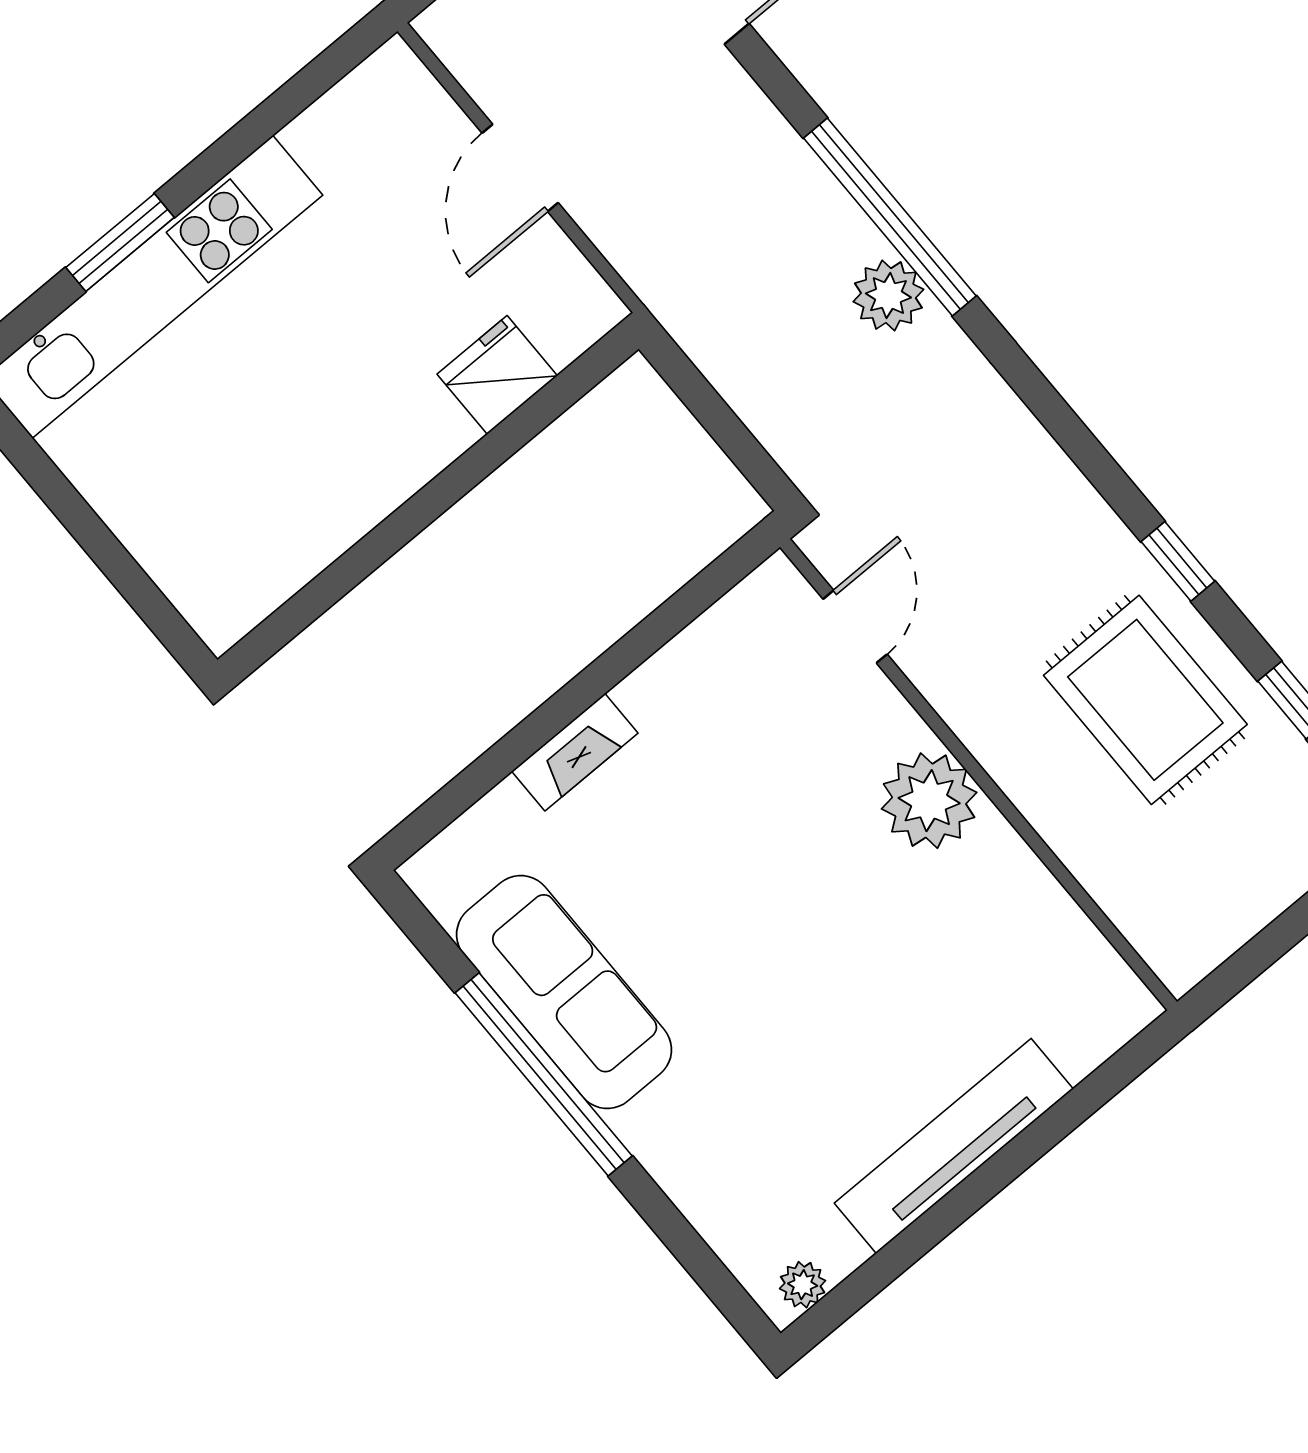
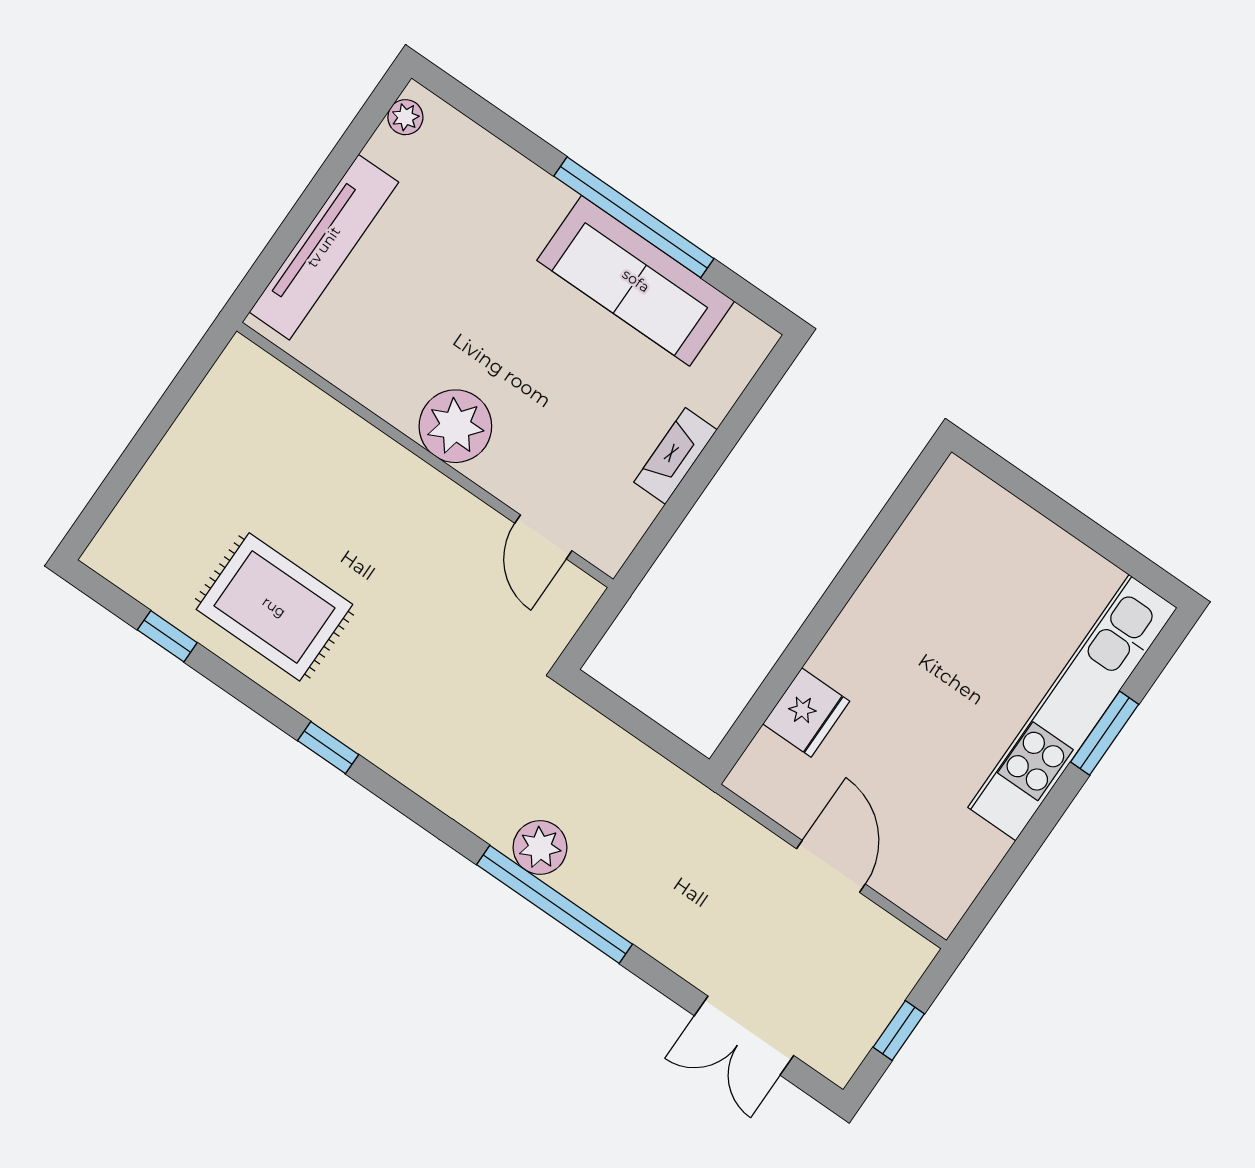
window: (1178, 561) -> (328, 748), moved
door: (855, 627) -> (543, 537), moved
wall: (979, 774) -> (425, 455), moved
plant: (929, 801) -> (455, 426), moved

